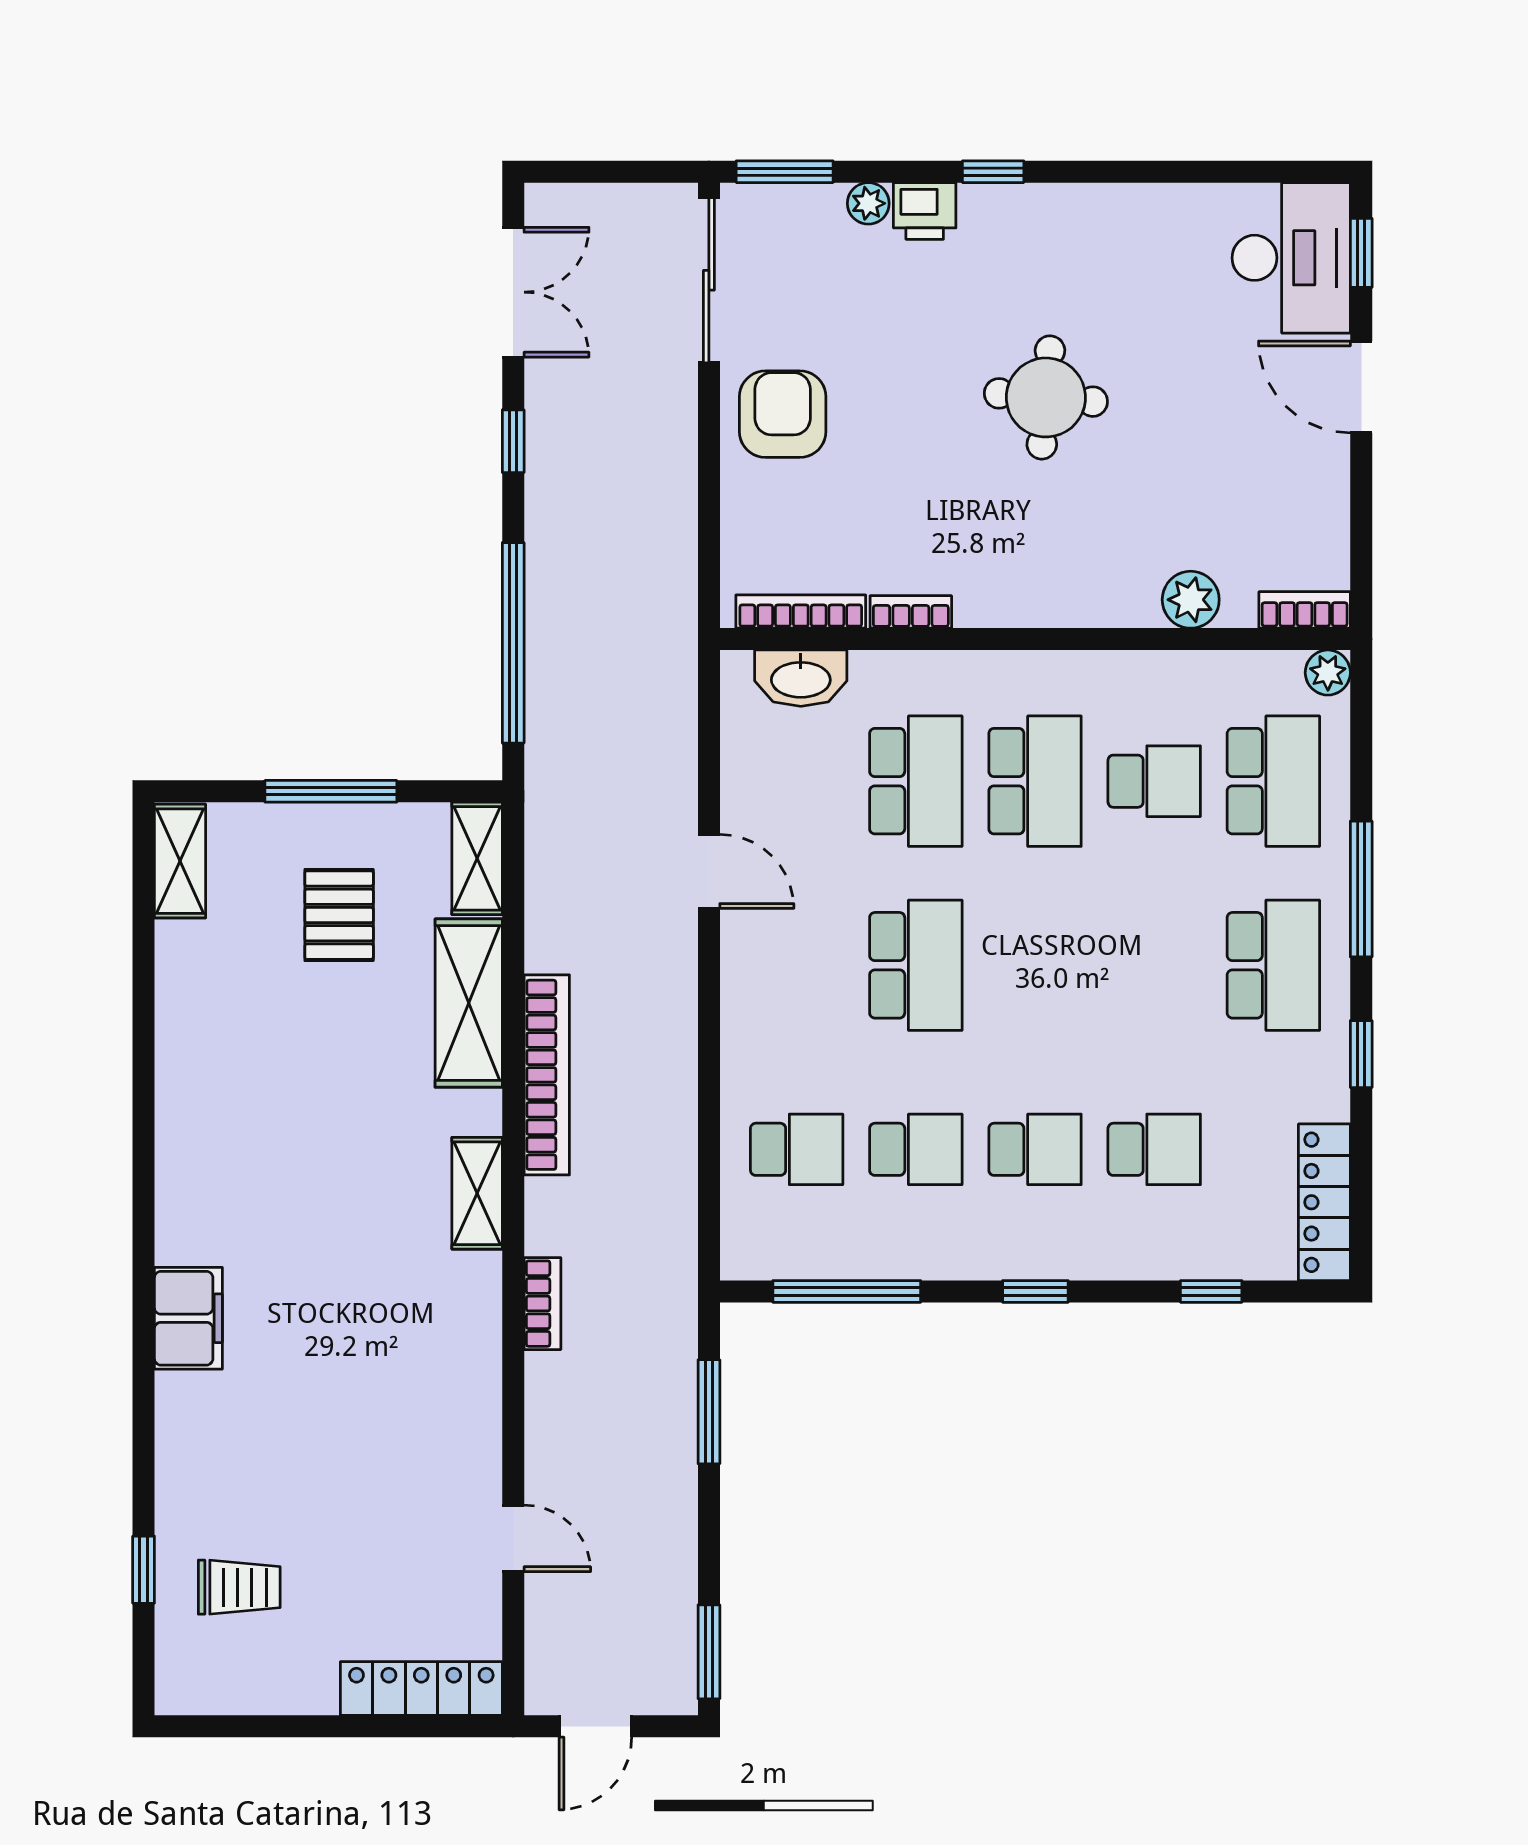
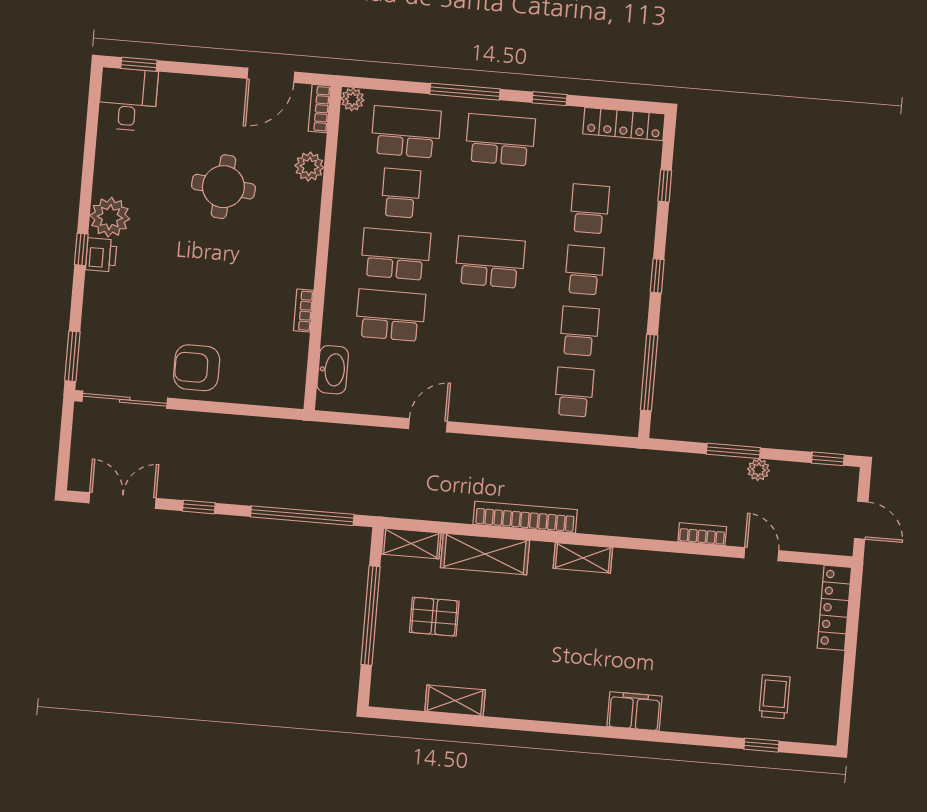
plant: (868, 203) -> (110, 217), moved, width x1.88, depth x1.88
printer: (925, 211) -> (101, 255), moved
desk: (1291, 258) -> (128, 99), width x0.73
door: (1361, 387) -> (271, 75), moved
round table: (1046, 397) -> (223, 187), moved
bookcase: (801, 612) -> (299, 367), removed
window: (331, 791) -> (371, 616), width x1.46
shelving: (180, 861) -> (455, 701), moved
school desk: (916, 965) -> (490, 262), moved
bookcase: (542, 1304) -> (702, 534), moved
window: (709, 1412) -> (733, 451), moved
plant: (676, 1519) -> (759, 470), added
door: (513, 1538) -> (761, 554), hinge flipped
window: (709, 1652) -> (828, 459), width x0.67

